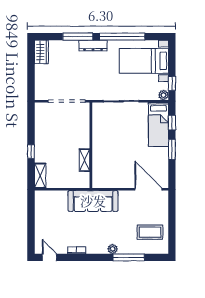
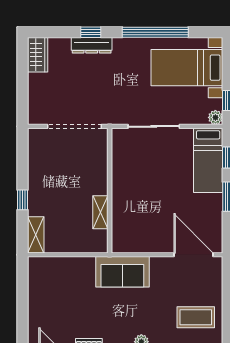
window: (78, 37) -> (91, 32), width x0.46
dresser: (93, 46) -> (92, 45), moved
sofa: (93, 201) -> (122, 272), width x0.73

